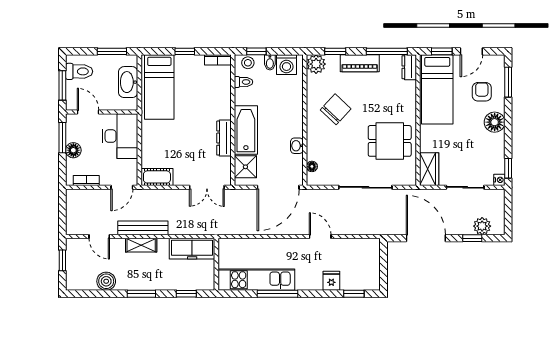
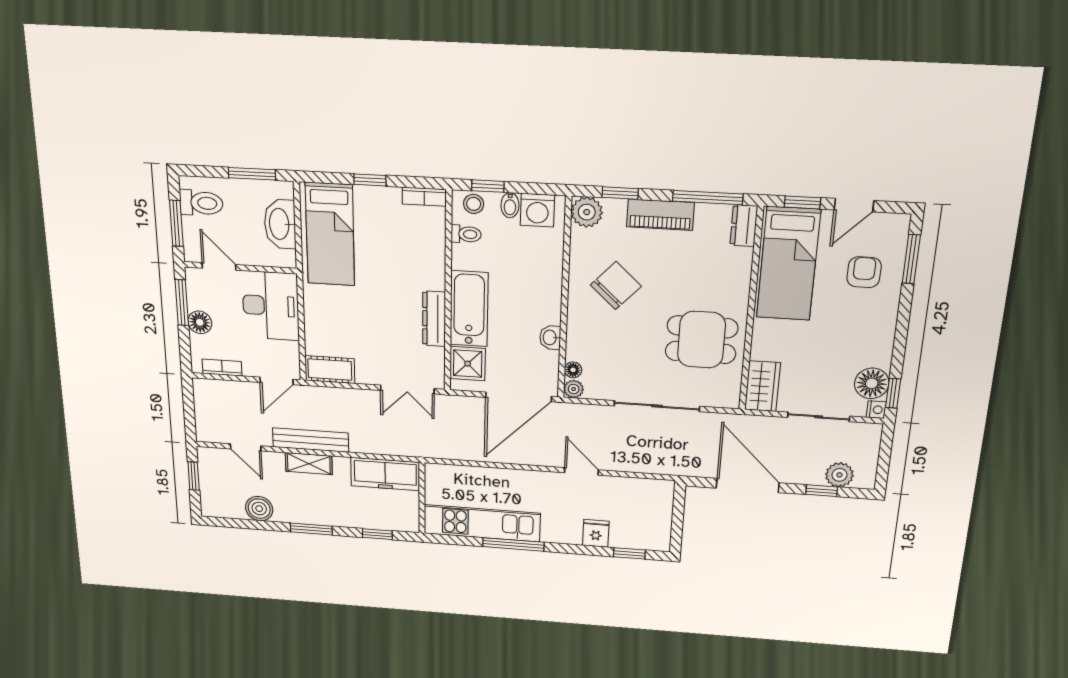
floor lamp: (495, 122) -> (872, 383), moved
plant: (313, 179) -> (574, 389), added

